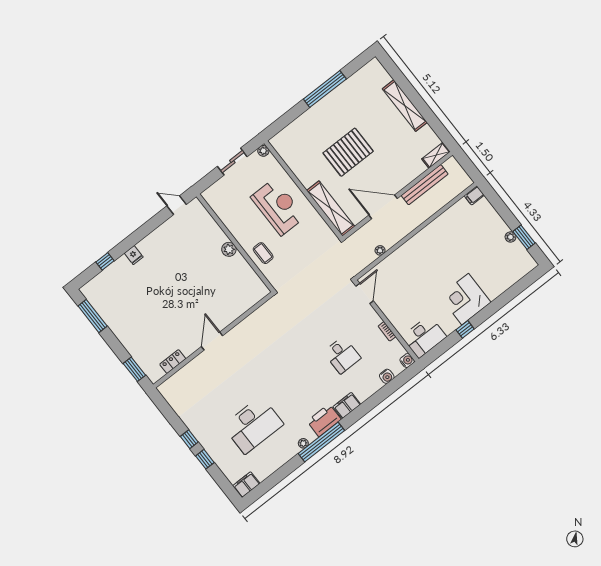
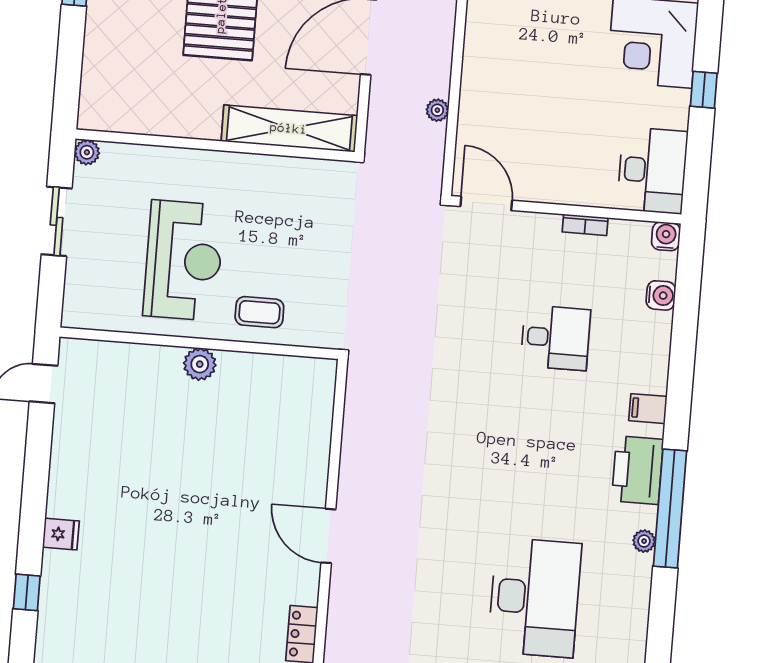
reception desk: (278, 207) -> (183, 260), moved, turned 90
filing cabinet: (347, 406) -> (648, 409), width x0.50

